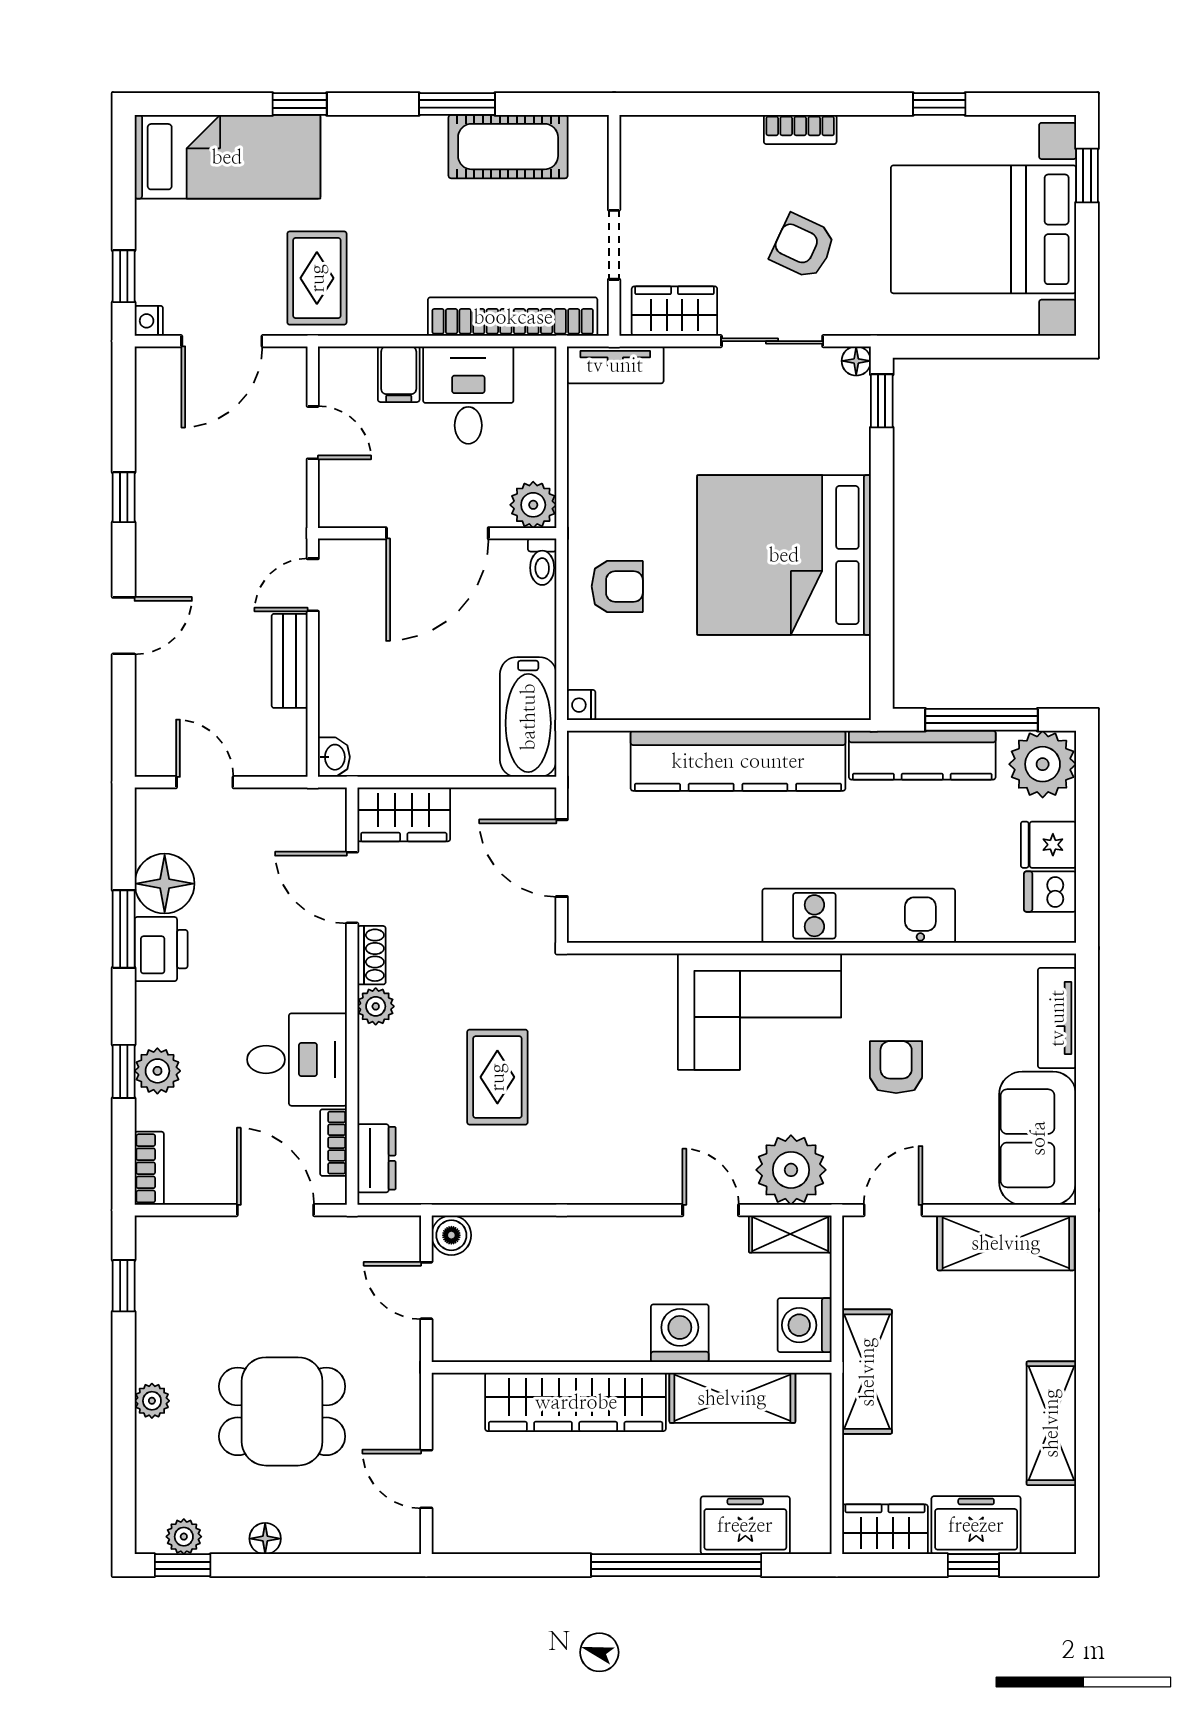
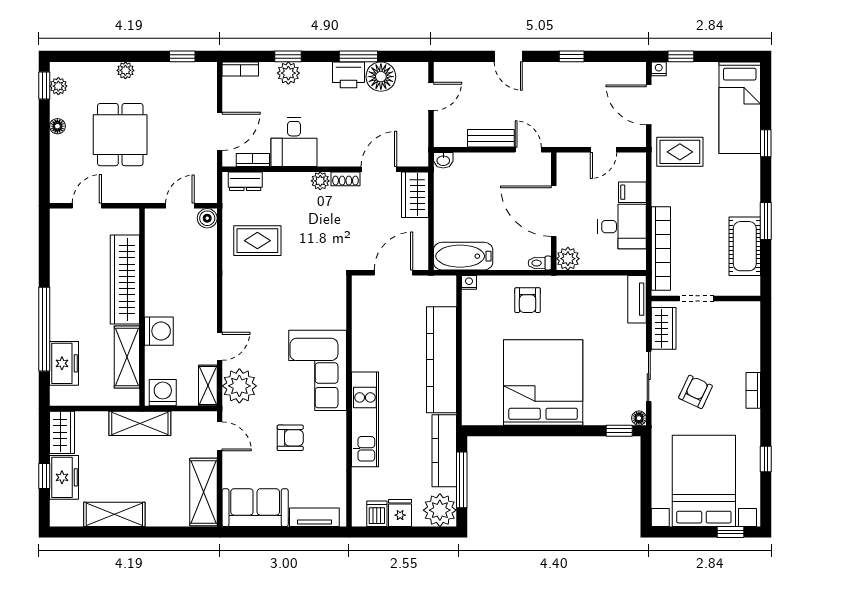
rug: (497, 1077) -> (257, 241), moved

